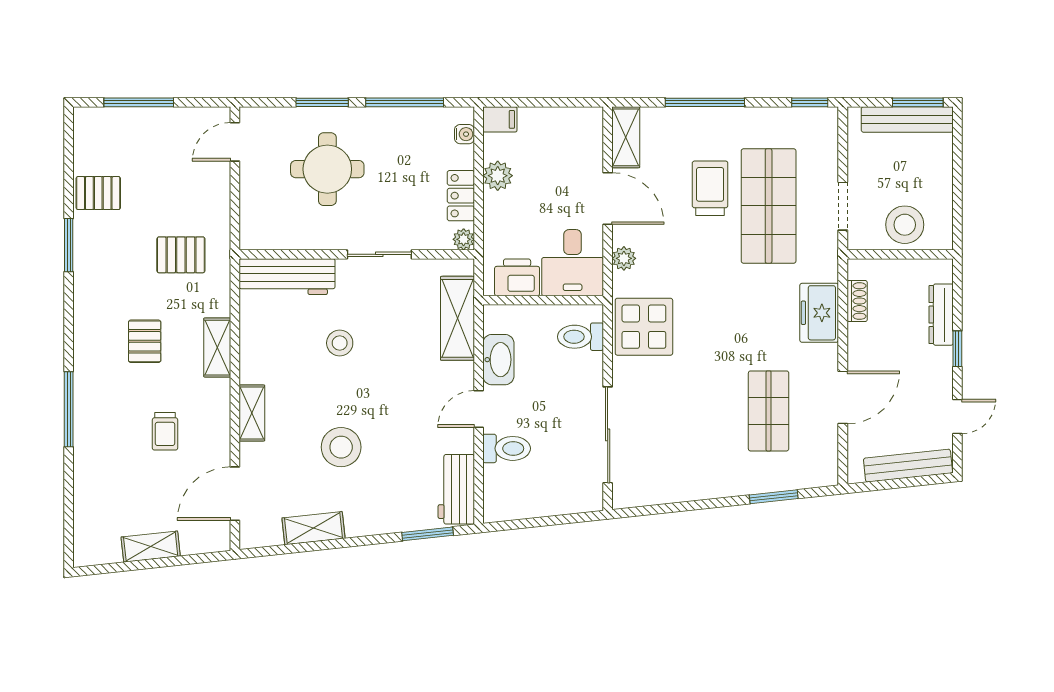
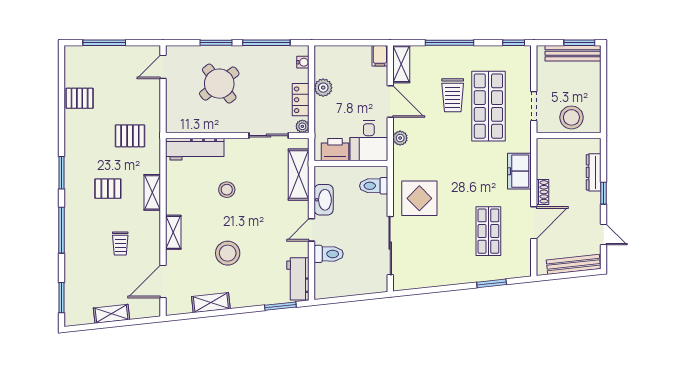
filing cabinet: (500, 119) -> (380, 56), moved, turned 90
round table: (327, 169) -> (219, 84), turned -38
trolley: (710, 188) -> (453, 95), turned 180
window: (69, 245) -> (61, 173), moved
sliding door: (379, 254) -> (269, 136), moved
shoe rack: (857, 301) -> (542, 192), moved
display table: (644, 327) -> (419, 198), moved
pallet: (145, 341) -> (108, 189), turned 90
door: (957, 416) -> (604, 234), hinge flipped
window: (69, 520) -> (61, 298), added

